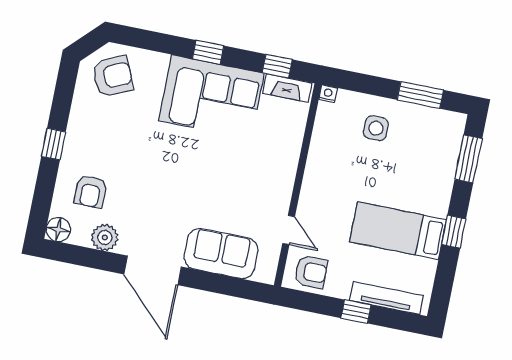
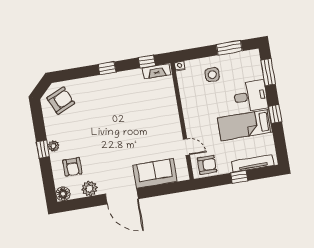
corner sofa: (211, 97) -> (118, 92), removed
plant: (73, 146) -> (54, 146), added
desk: (425, 187) -> (251, 96), added

